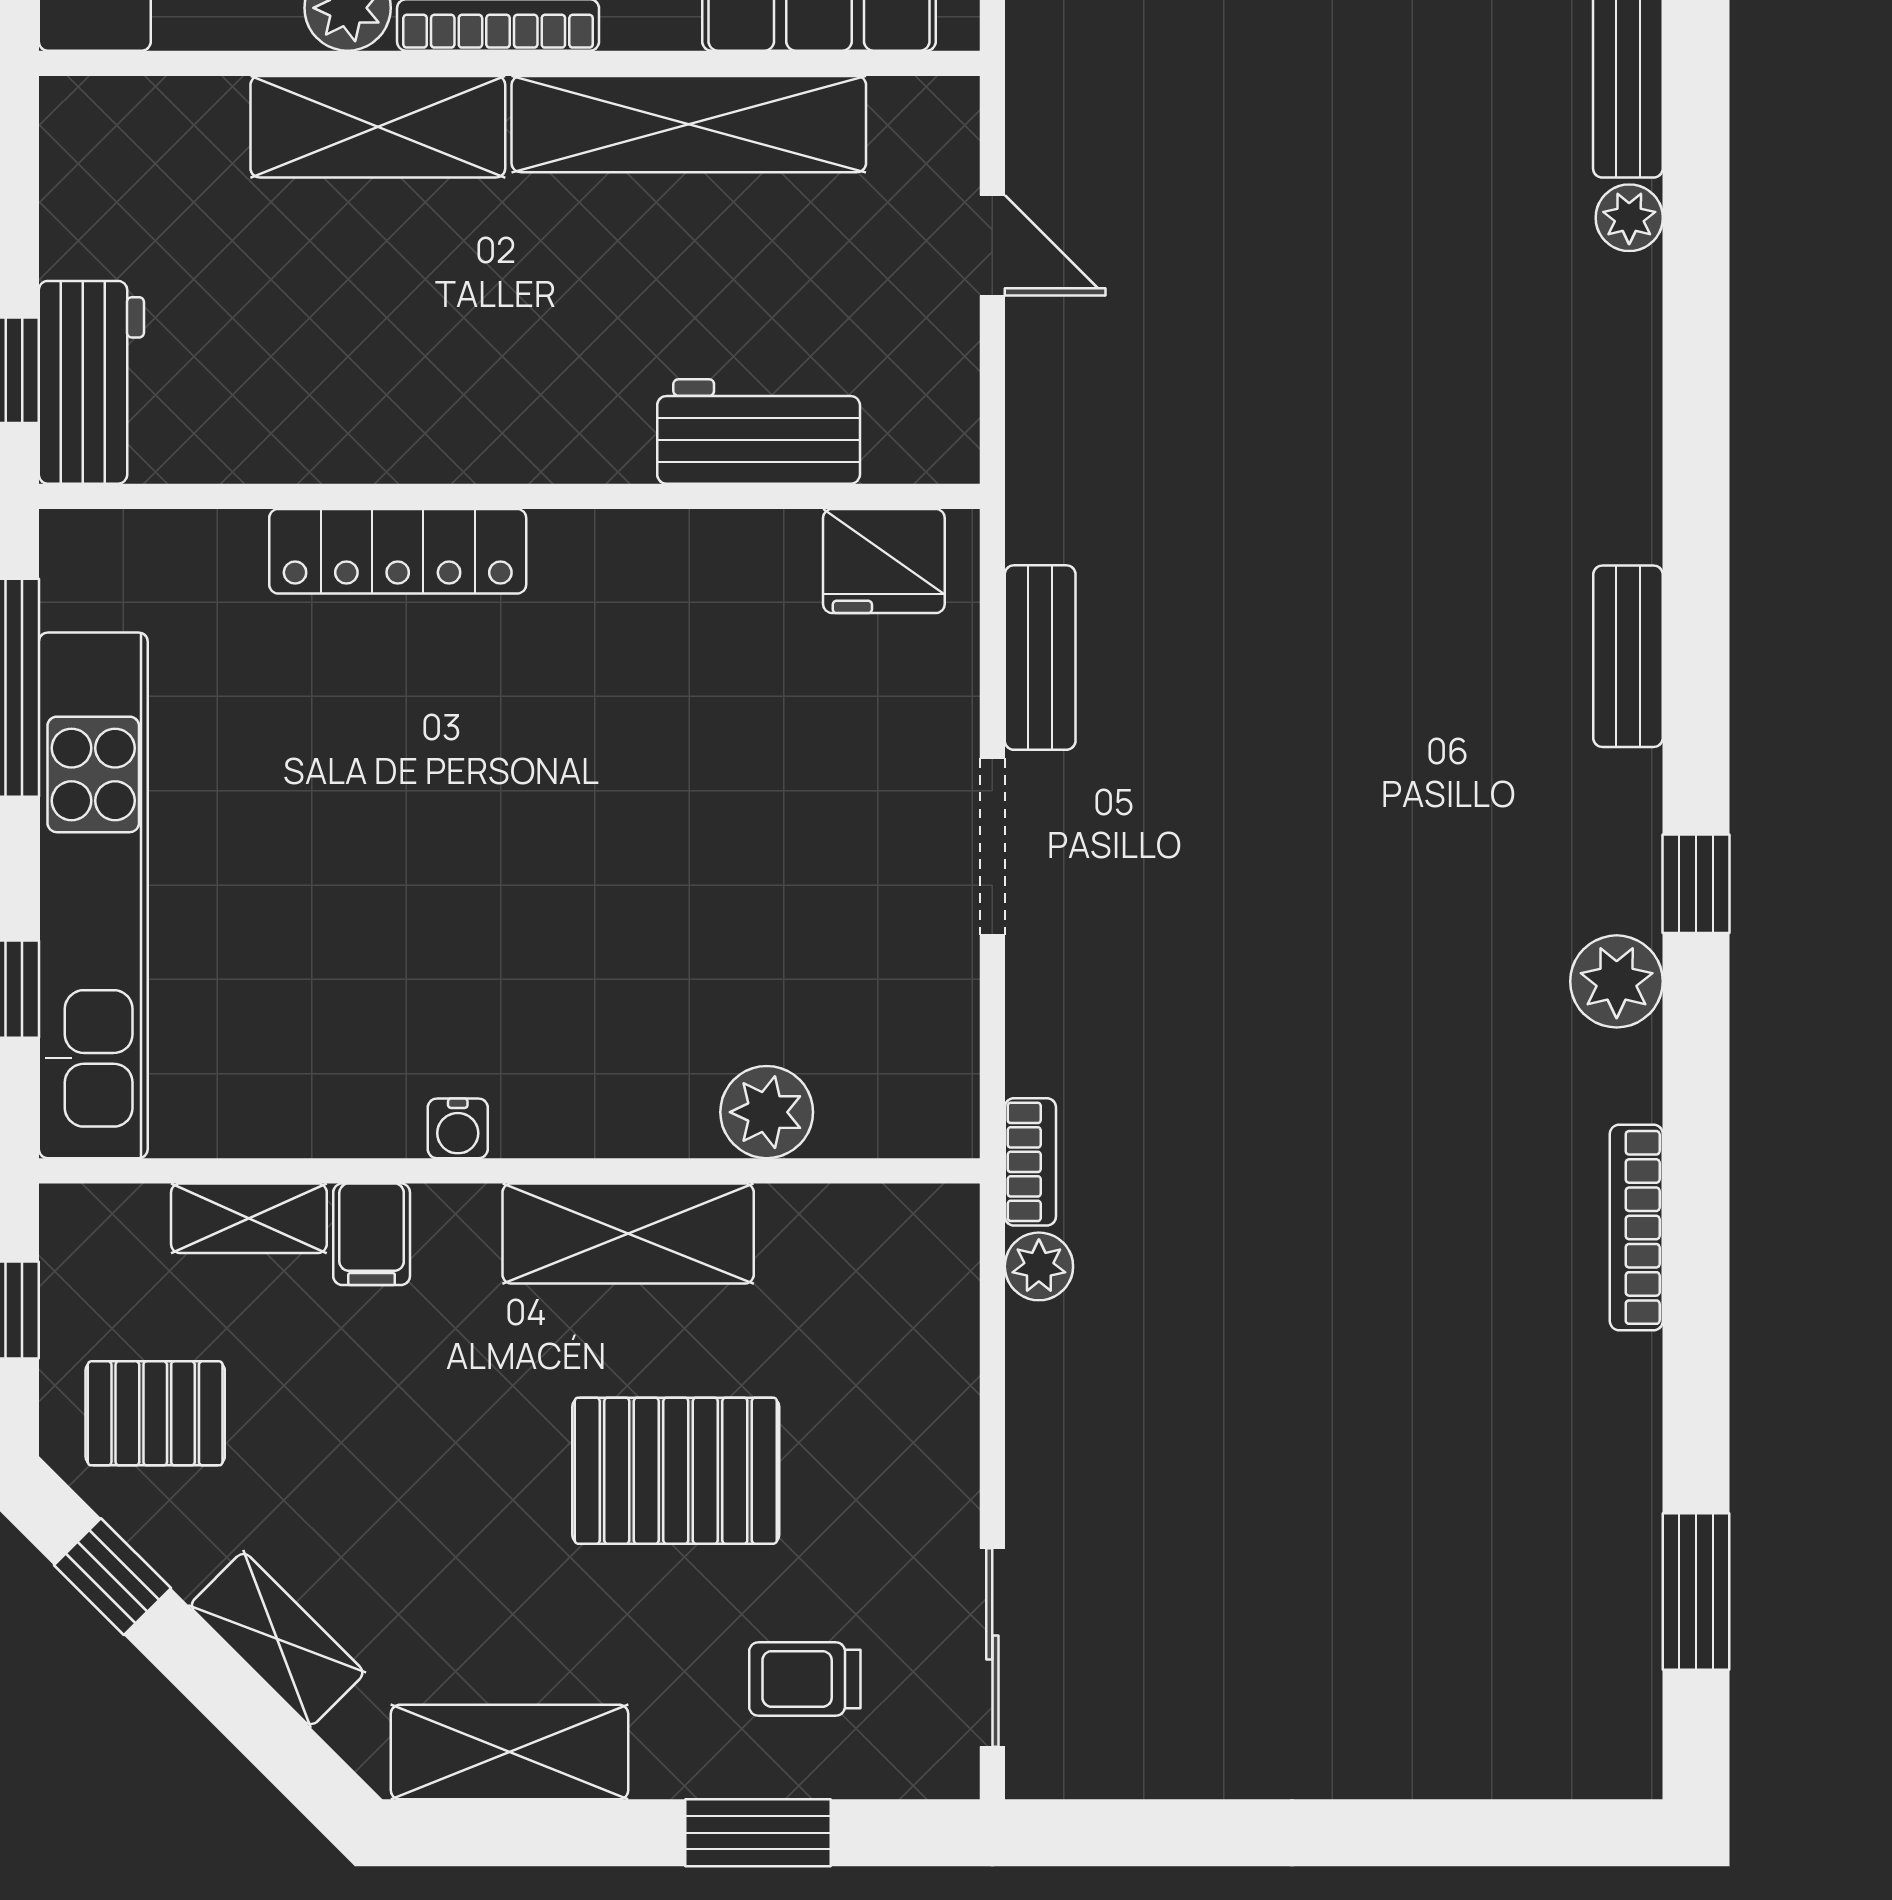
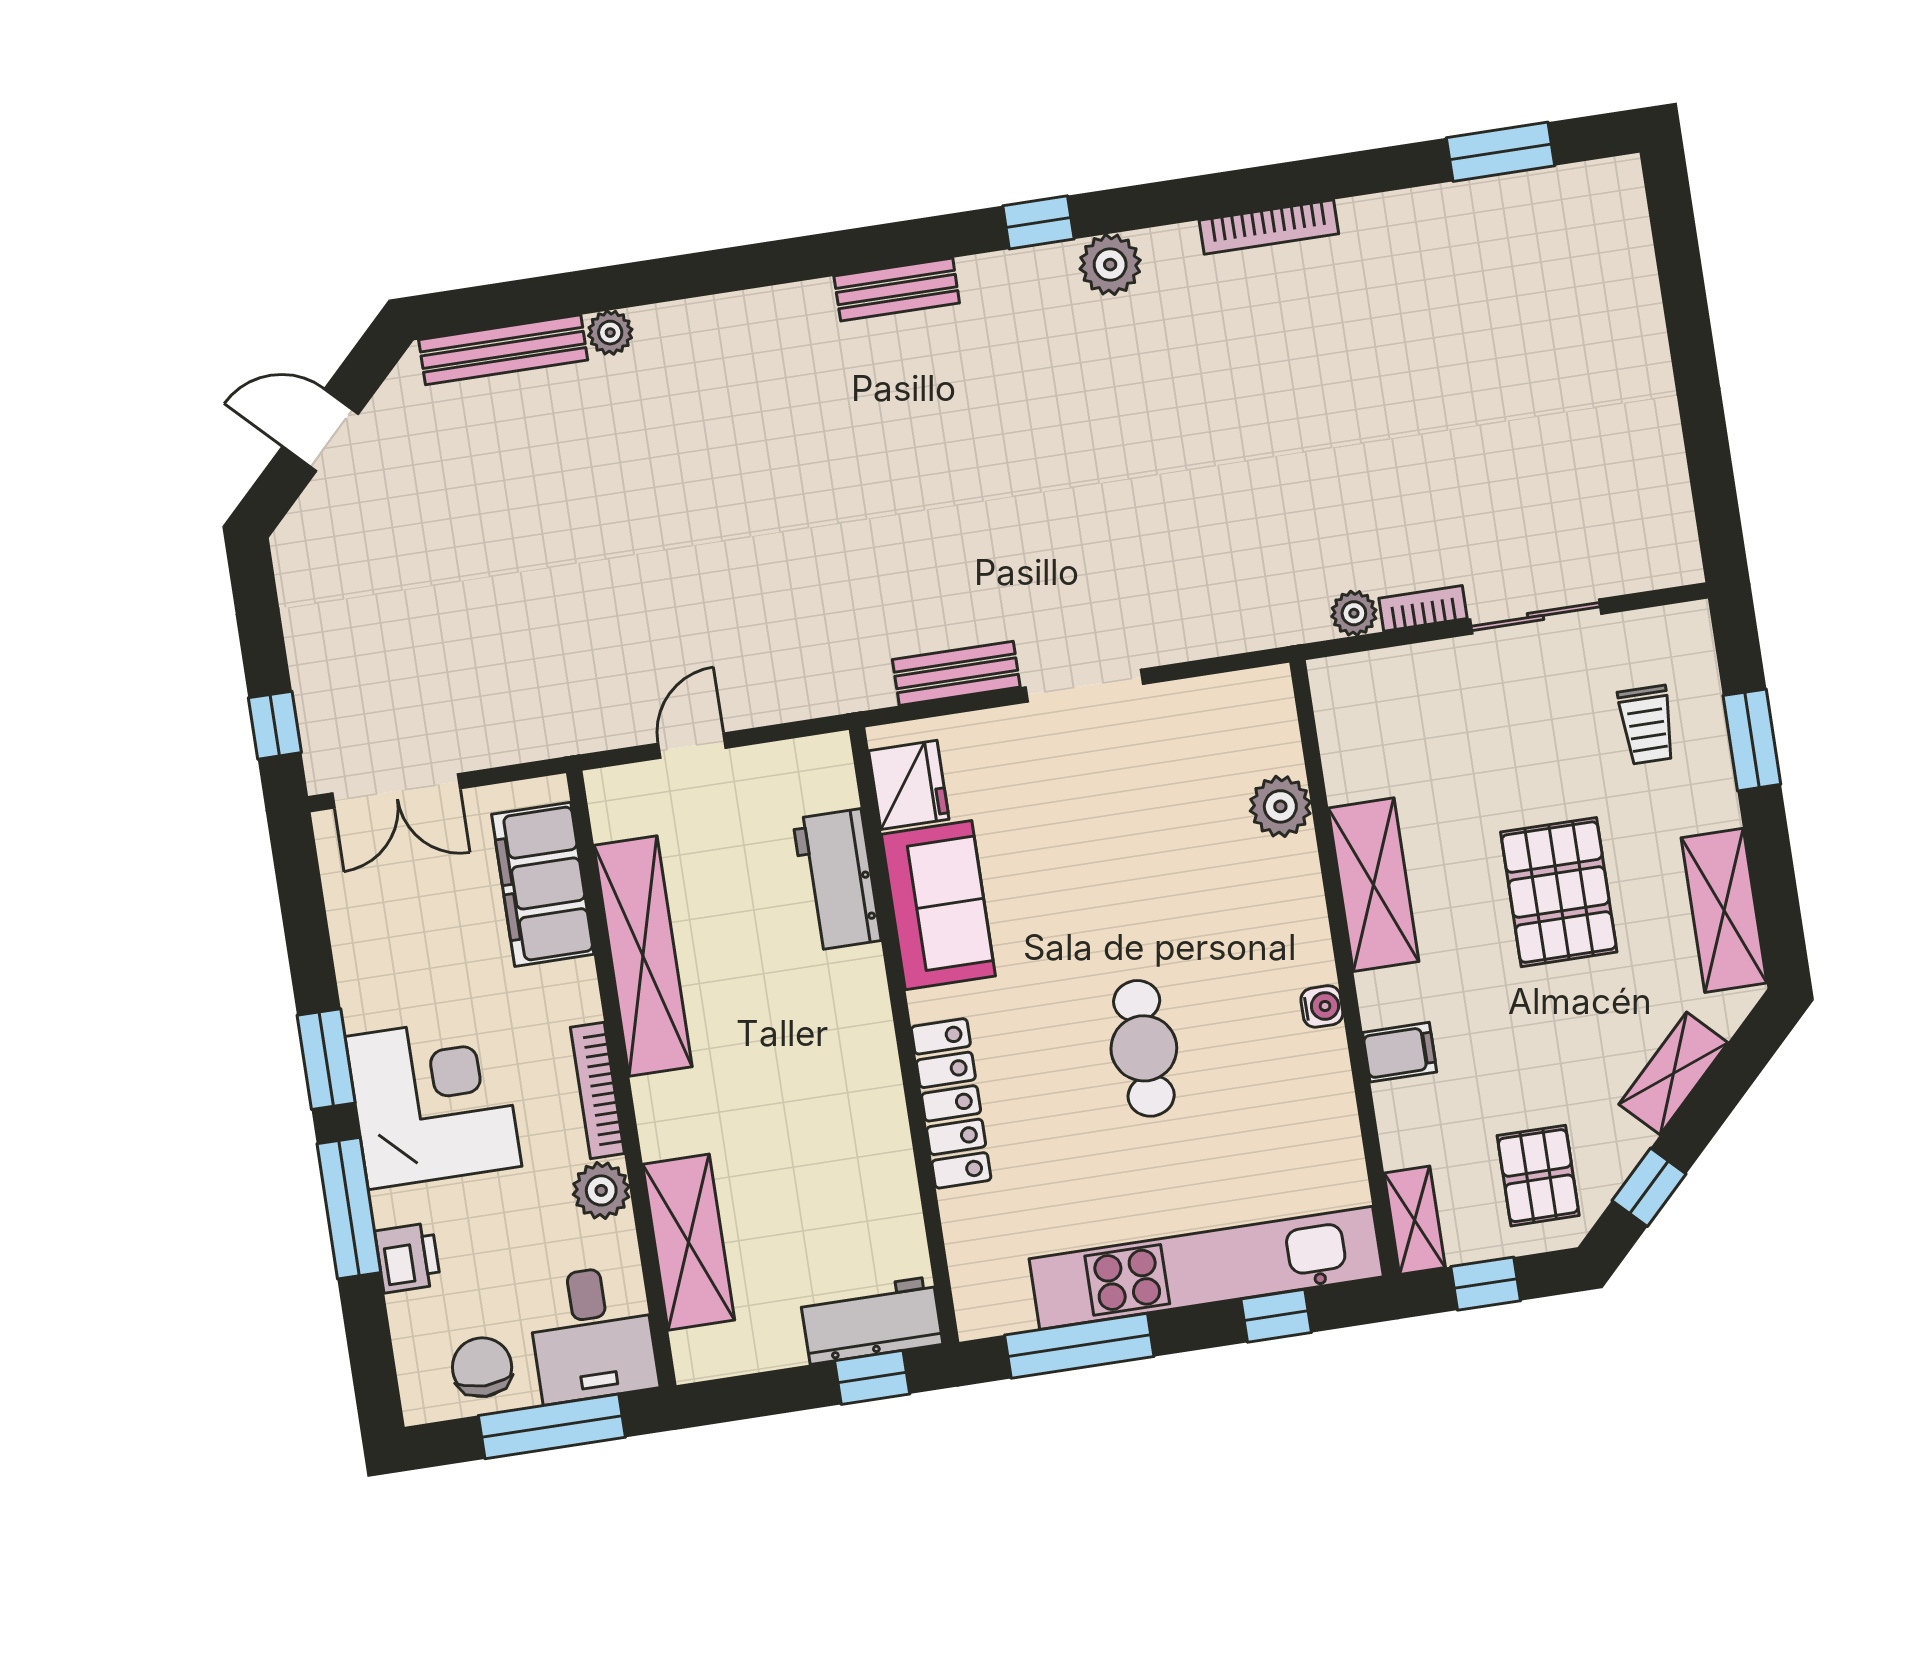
shelving: (378, 127) -> (689, 1242), moved
sofa: (697, 578) -> (938, 905), added
cafe table: (436, 852) -> (1144, 1048), added
bookcase: (1030, 1162) -> (1423, 608), moved
shelving: (249, 1218) -> (1415, 1220), moved
pallet: (676, 1471) -> (1559, 892), moved
sliding door: (992, 1647) -> (1536, 617), moved

